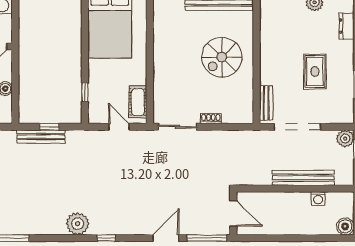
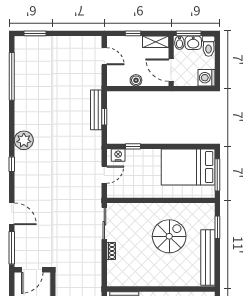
spiral stairs: (222, 57) -> (169, 236), moved, turned 90
cot: (138, 102) -> (125, 190), removed
nightstand: (95, 110) -> (118, 155), added

